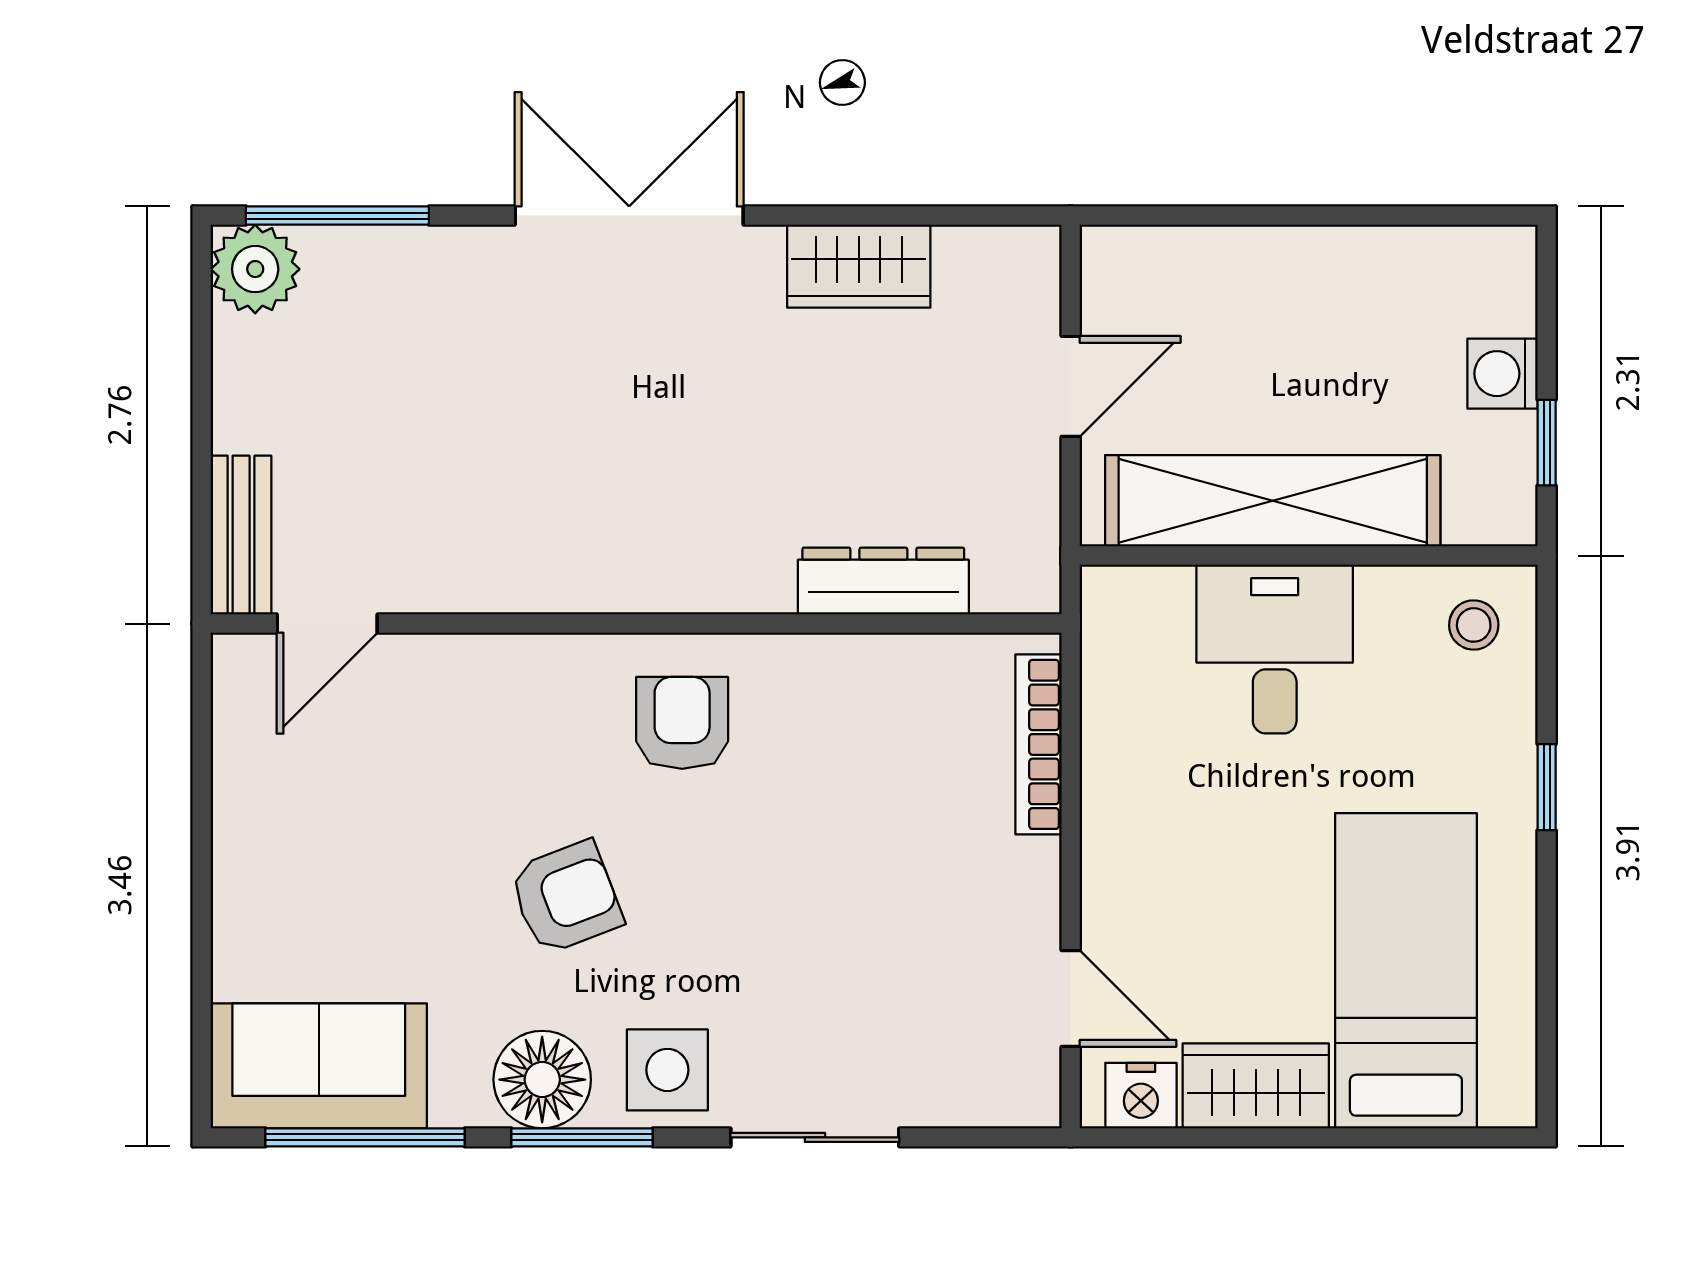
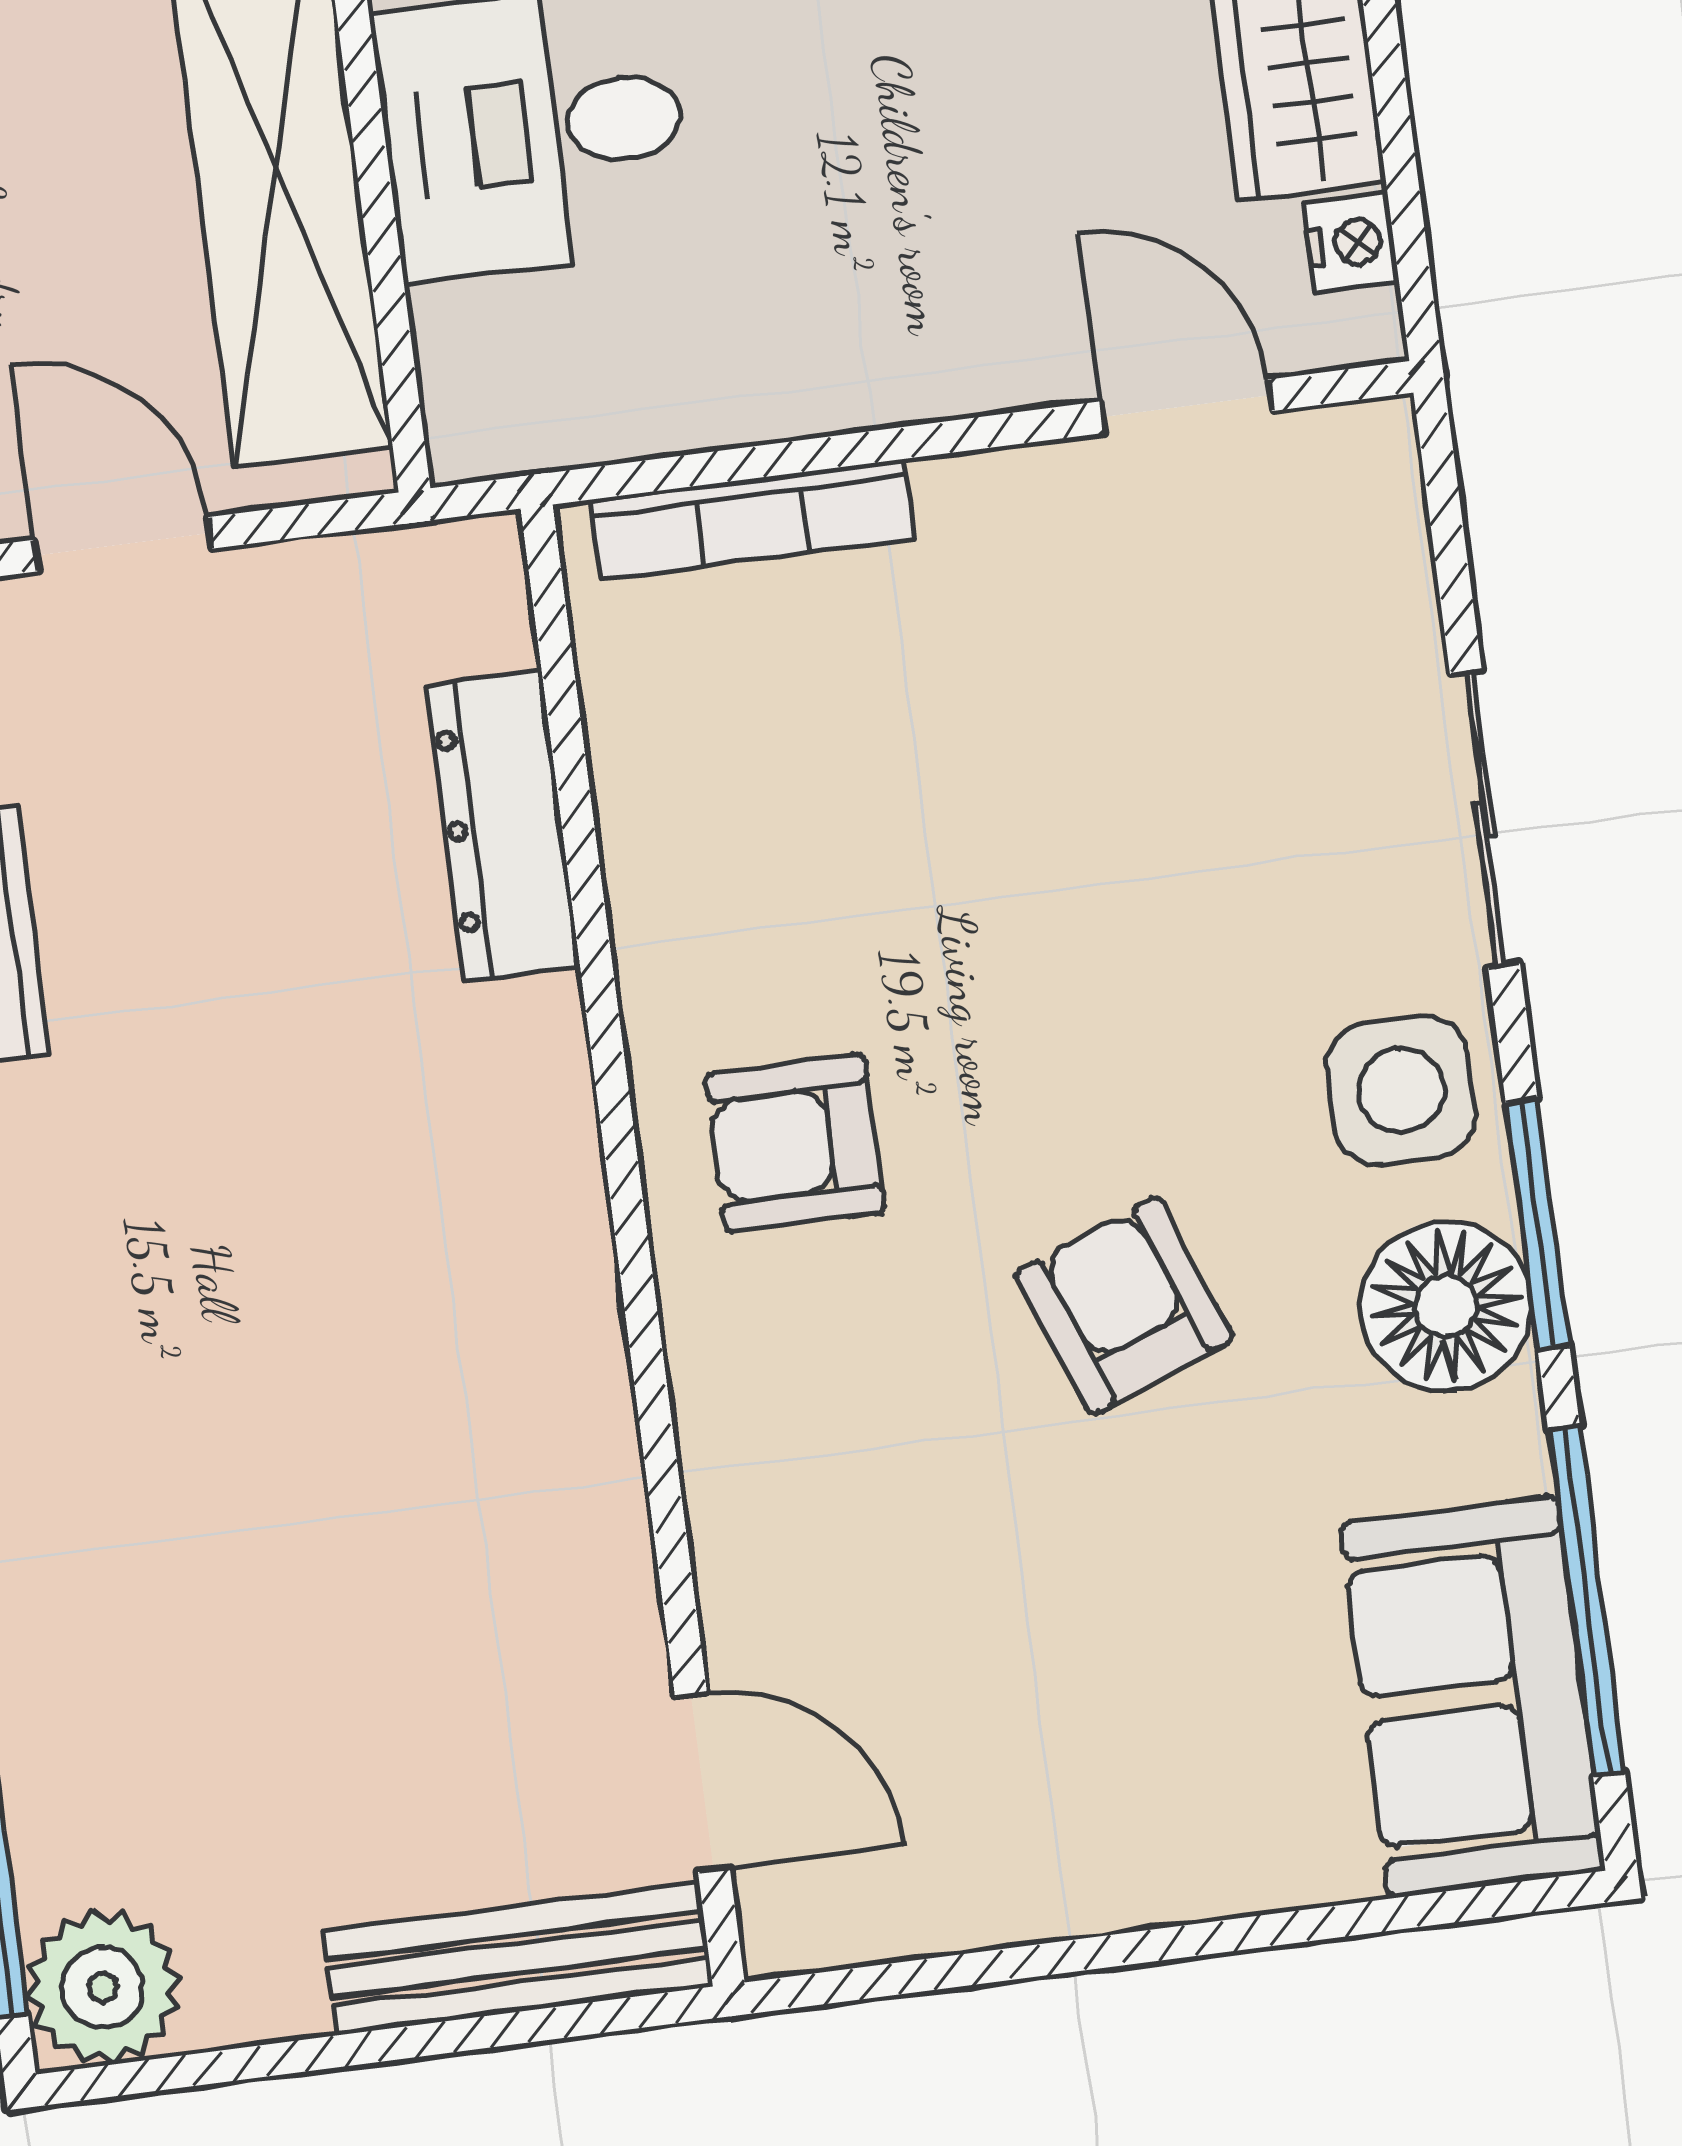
bench: (241, 535) -> (518, 1958), width x1.36
door: (1071, 998) -> (1186, 406), hinge flipped
nightstand: (1141, 1096) -> (1351, 243), width x0.72, depth x0.74

